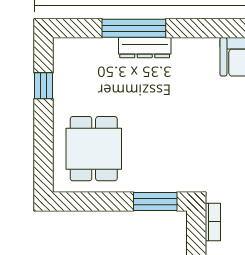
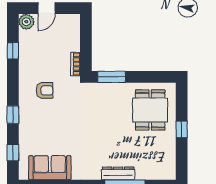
window: (43, 86) -> (182, 129), moved

